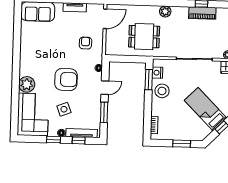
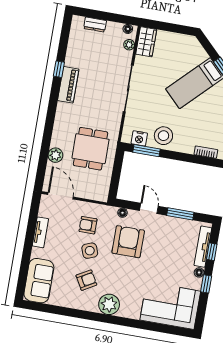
plant: (165, 11) -> (55, 155), moved
piano: (202, 13) -> (68, 85), moved
armchair: (43, 48) -> (86, 280), added
armchair: (66, 80) -> (128, 242), moved
plant: (27, 84) -> (109, 304), moved
side table: (64, 109) -> (90, 251), moved

